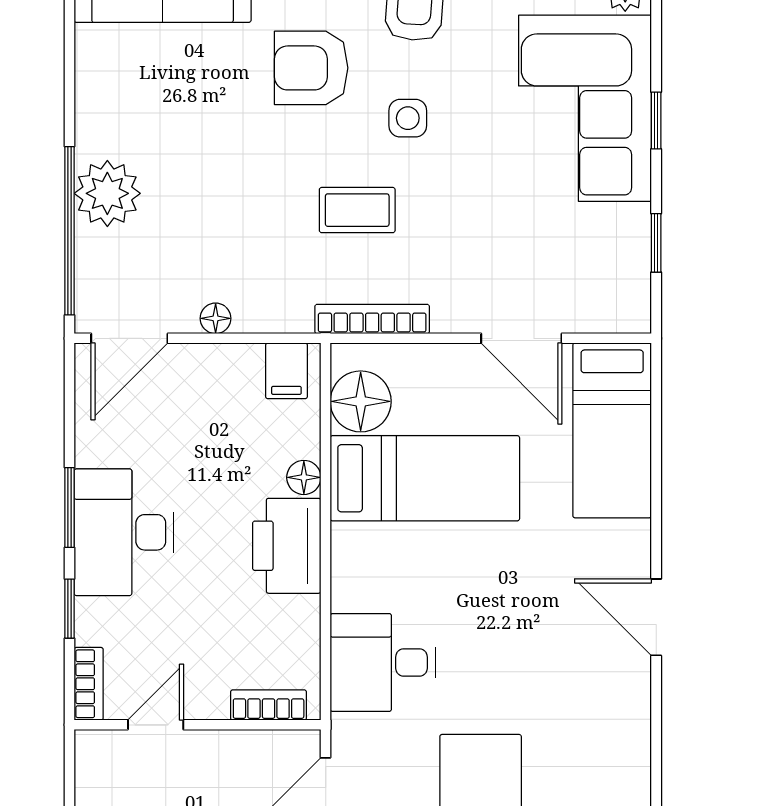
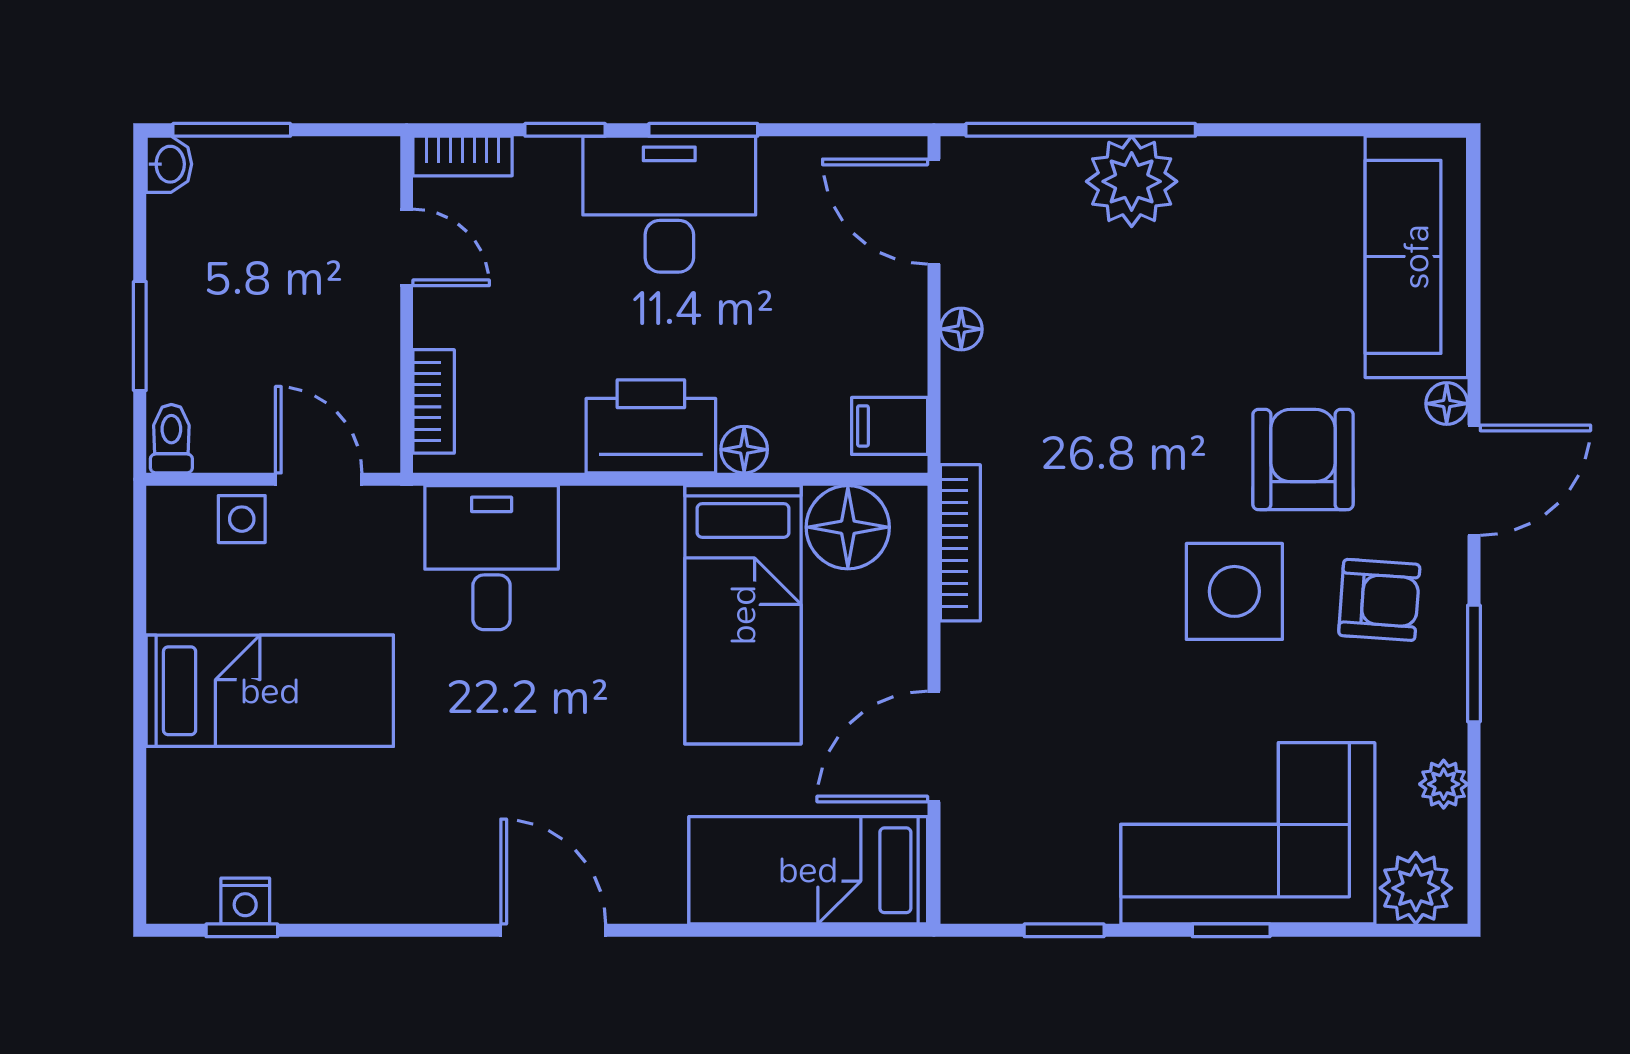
side table: (408, 118) -> (1234, 591), width x1.87, depth x1.87
coffee table: (357, 210) -> (1109, 522), removed
door: (656, 617) -> (553, 930), hinge flipped

